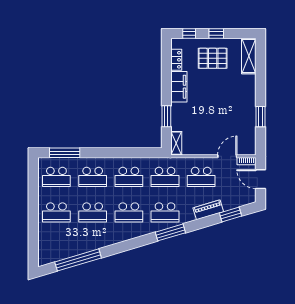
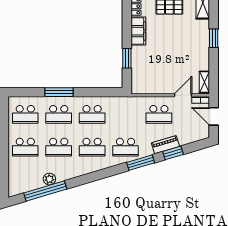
window: (260, 117) -> (214, 38), moved
shelving: (176, 143) -> (204, 82), moved
window: (65, 153) -> (59, 92), moved
school desk: (165, 177) -> (125, 114), removed
window: (231, 215) -> (173, 153), moved
window: (170, 232) -> (141, 163), moved
plant: (83, 247) -> (49, 179), added

